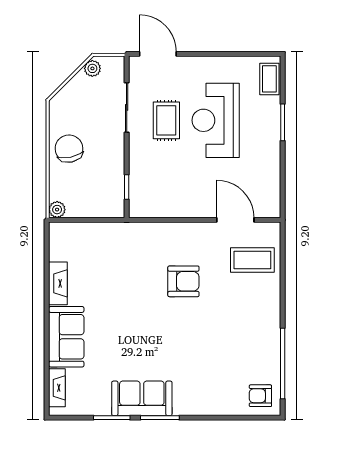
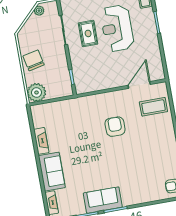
plant: (57, 210) -> (36, 93), width x1.87, depth x1.87
door: (235, 220) -> (139, 85), hinge flipped
armchair: (183, 281) -> (115, 127), turned -90

